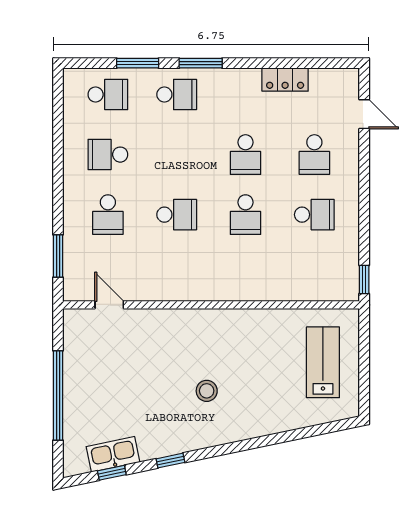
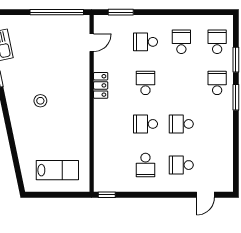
locker: (285, 79) -> (101, 85), moved, turned 180
school desk: (108, 94) -> (217, 42), turned 180
school desk: (177, 94) -> (217, 83), turned 180
school desk: (177, 215) -> (145, 83), turned 180
window: (58, 395) -> (57, 12), moved

